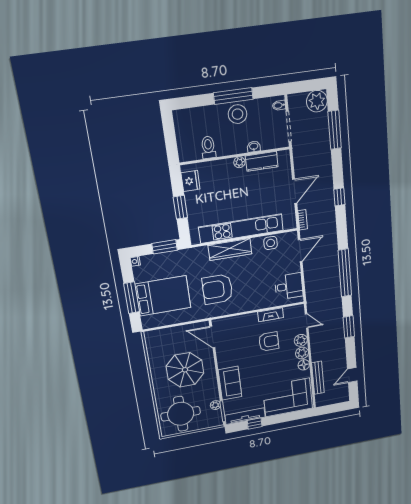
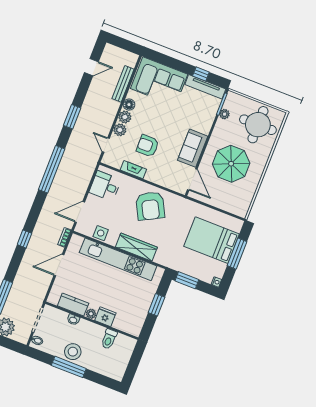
fridge: (190, 181) -> (105, 317), moved, turned 90
armchair: (217, 289) -> (150, 206), moved, turned 62
sofa: (230, 383) -> (193, 148), moved

